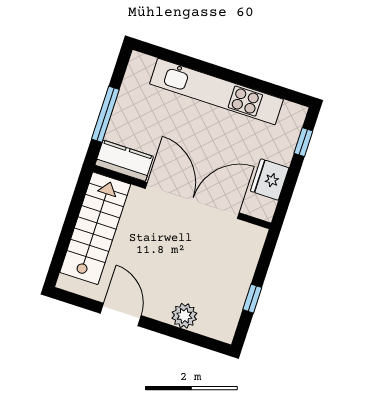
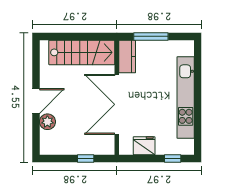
double door: (192, 201) -> (117, 104), swing flipped
window: (252, 299) -> (86, 158), moved
door: (121, 314) -> (36, 101), moved

